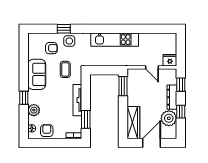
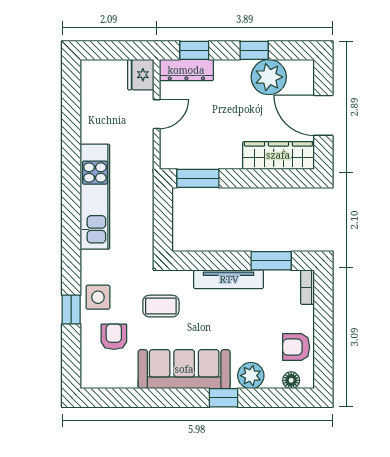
sofa: (37, 74) -> (184, 369), width x1.36
dresser: (172, 97) -> (186, 70), moved

